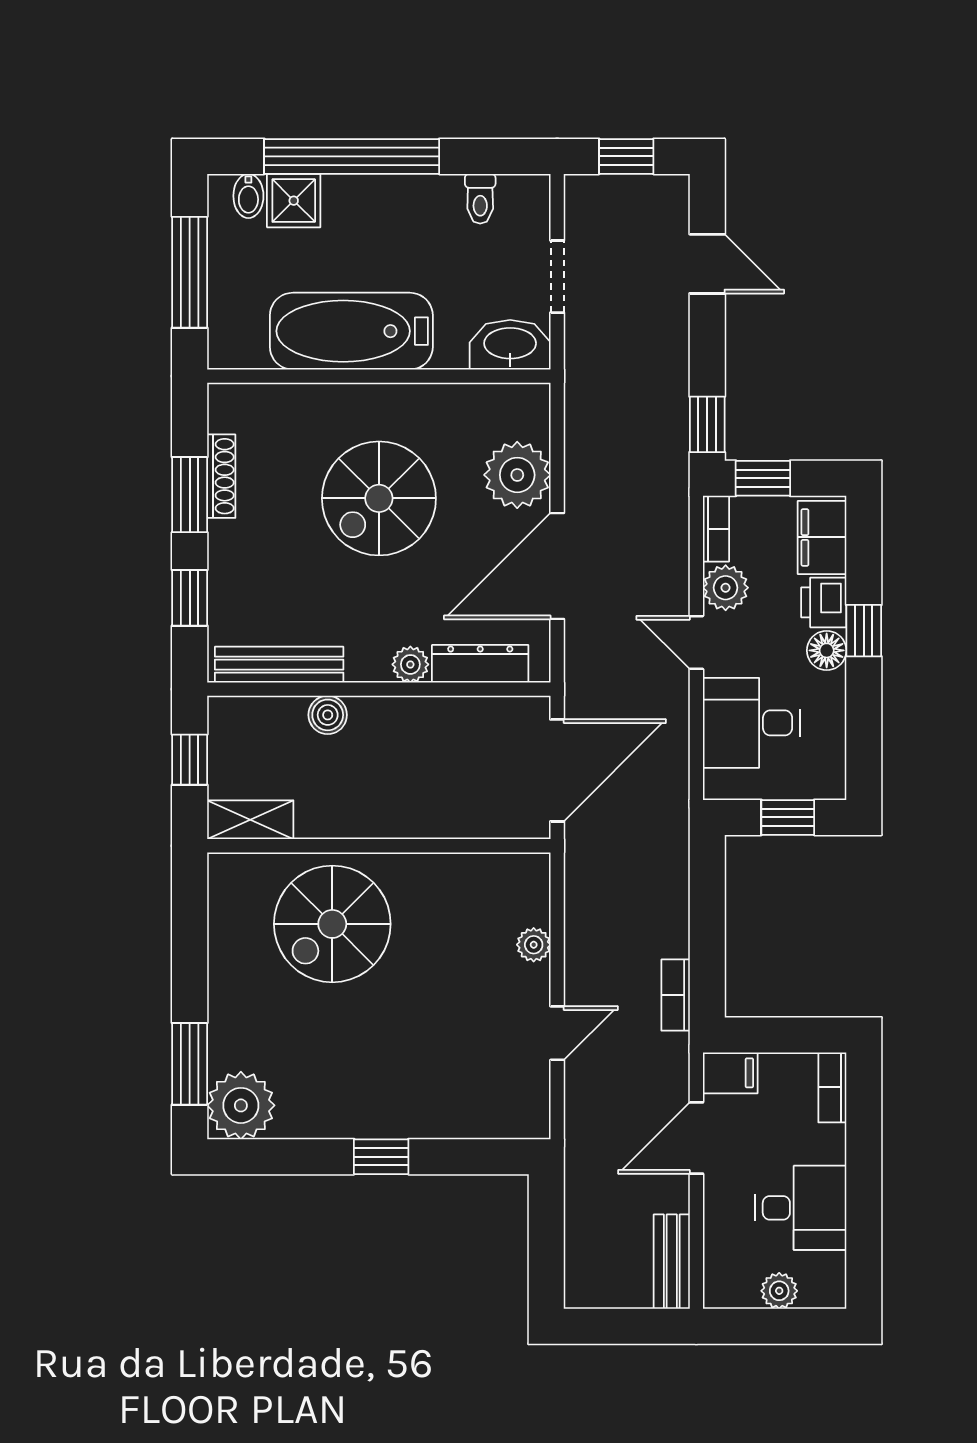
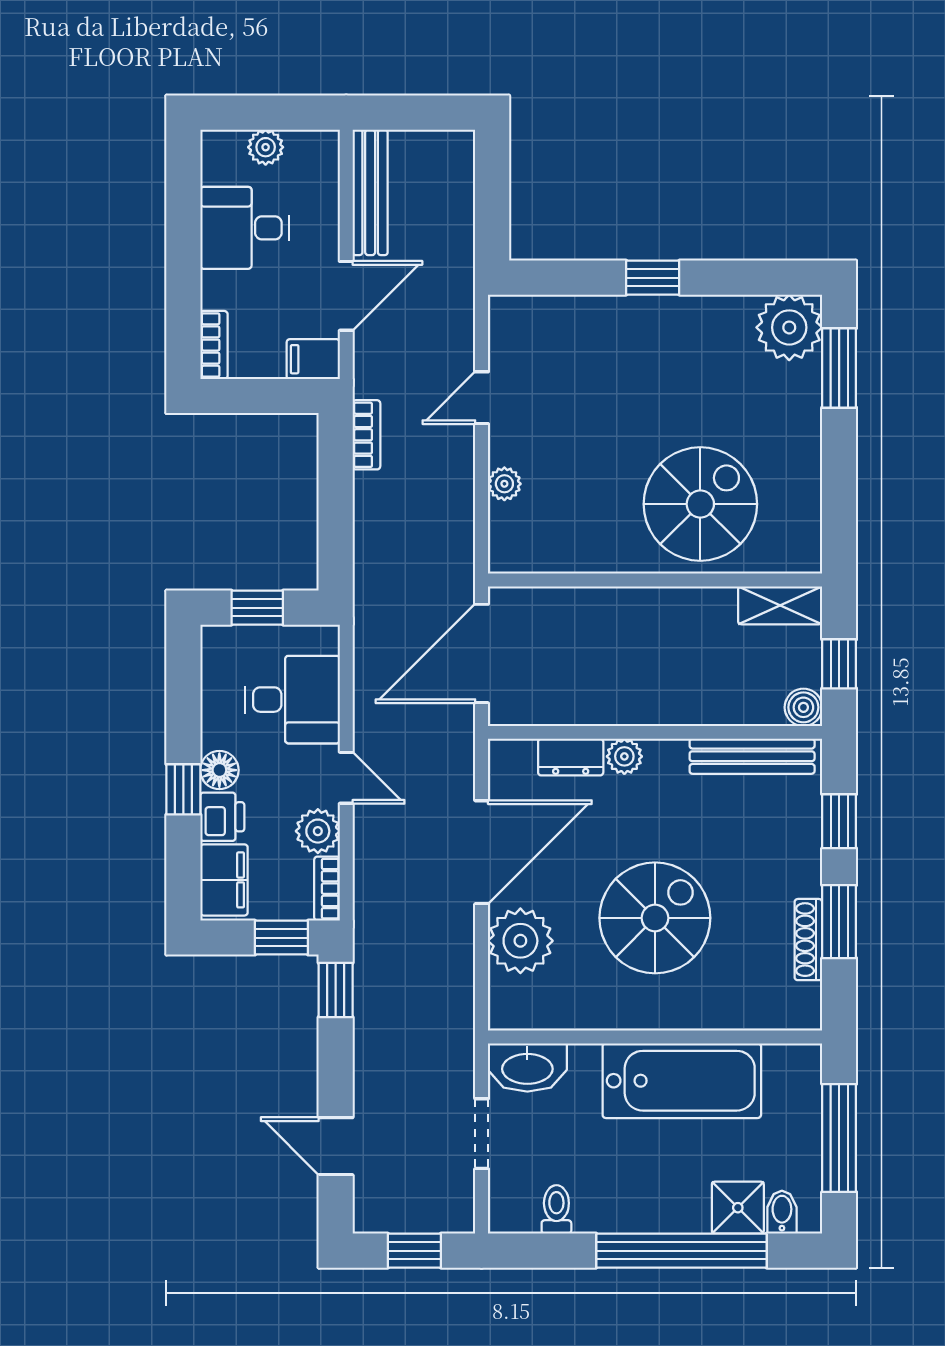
dresser: (480, 664) -> (571, 757), width x0.70
boiler: (328, 715) -> (803, 707), moved
bench: (672, 1262) -> (370, 192), width x1.36

